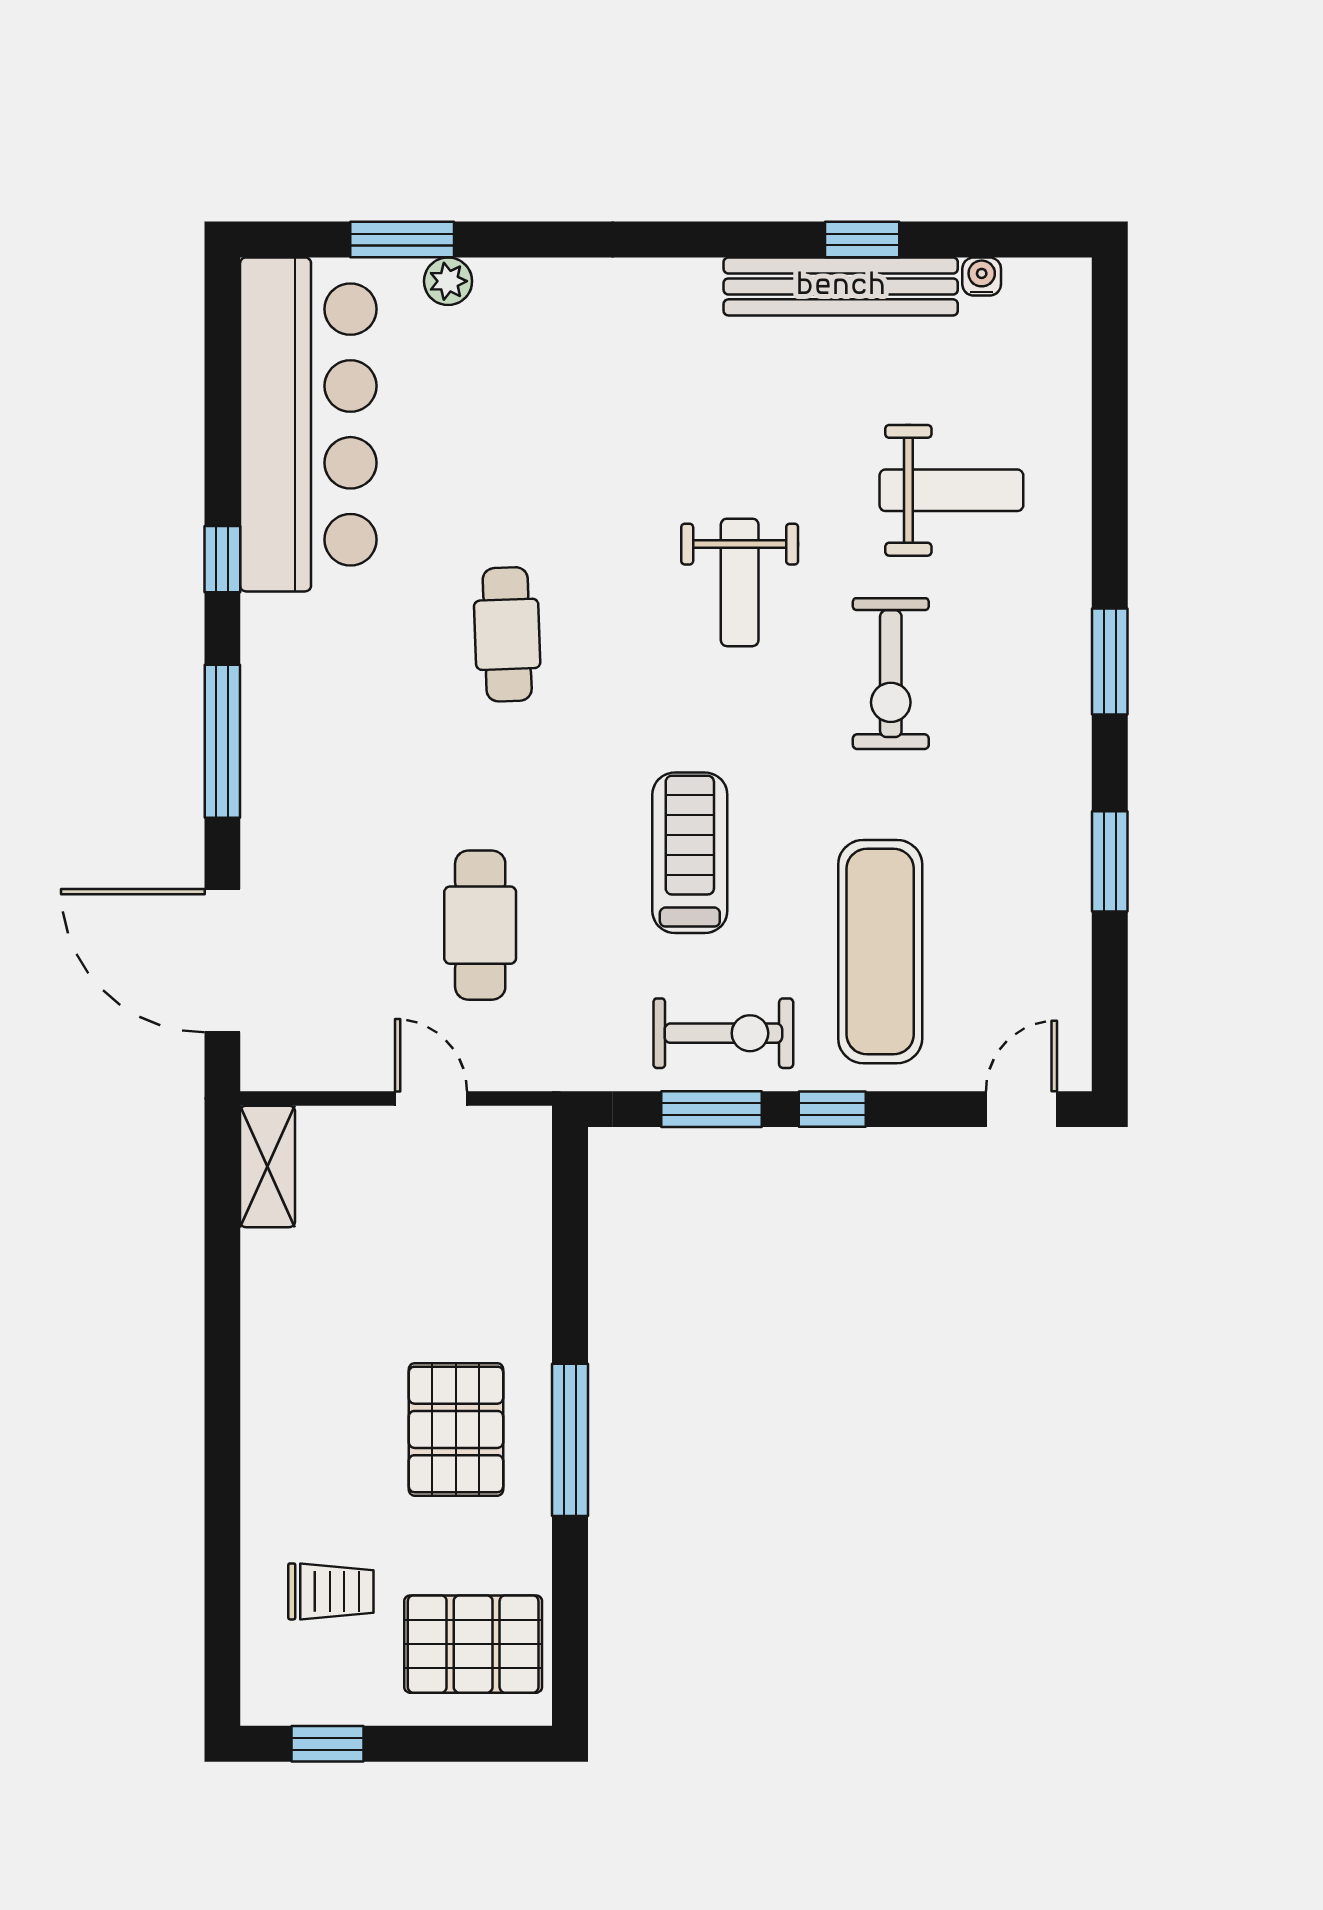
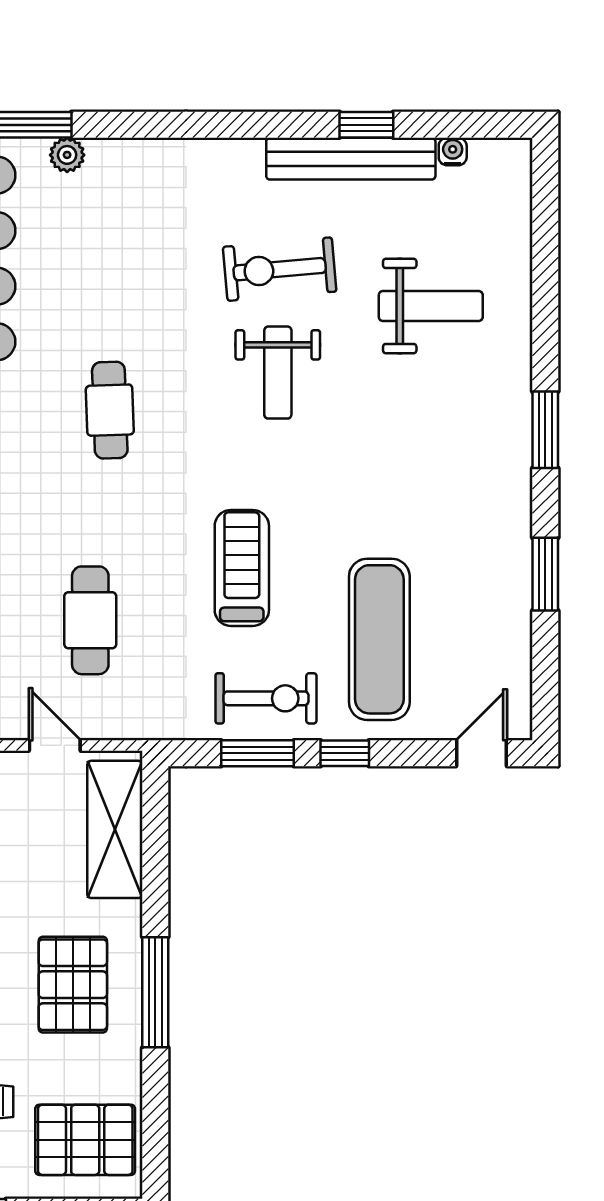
exercise bike: (891, 674) -> (280, 269), moved, turned 85
shelving: (514, 1215) -> (115, 829), added

